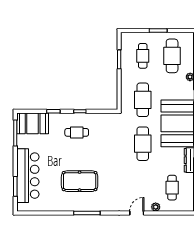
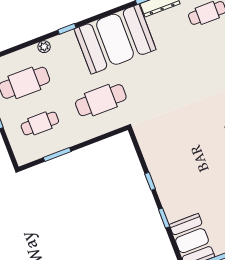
cafe table: (77, 132) -> (181, 175), removed
cafe table: (143, 144) -> (162, 77), removed

